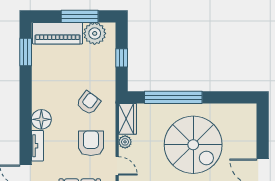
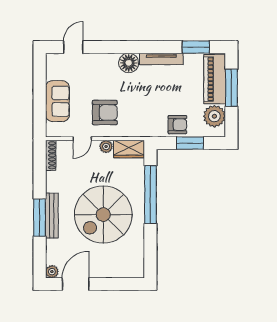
window: (80, 16) -> (231, 88), moved
window: (122, 58) -> (190, 143), width x1.50
armchair: (88, 103) -> (177, 125), moved, turned -37
tv unit: (37, 146) -> (161, 59), moved, width x1.41

